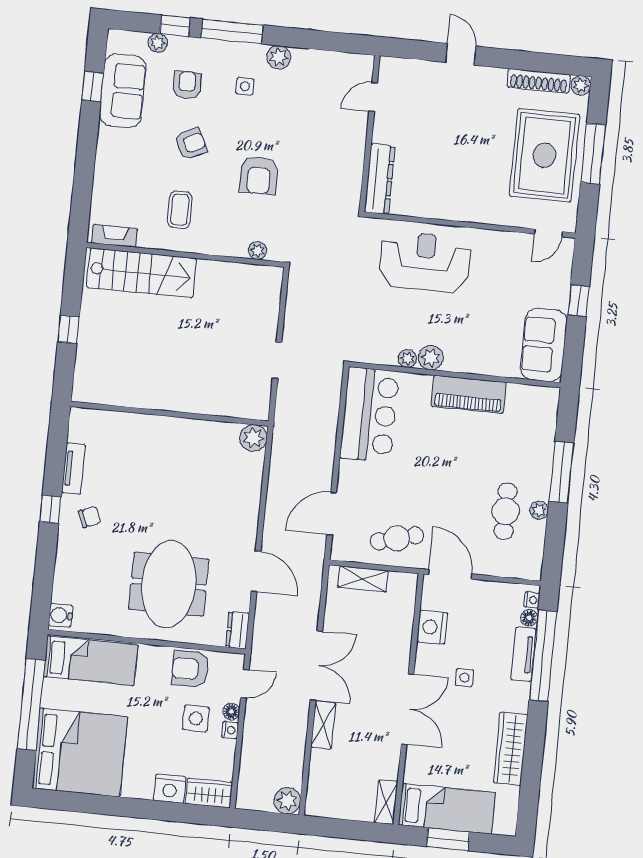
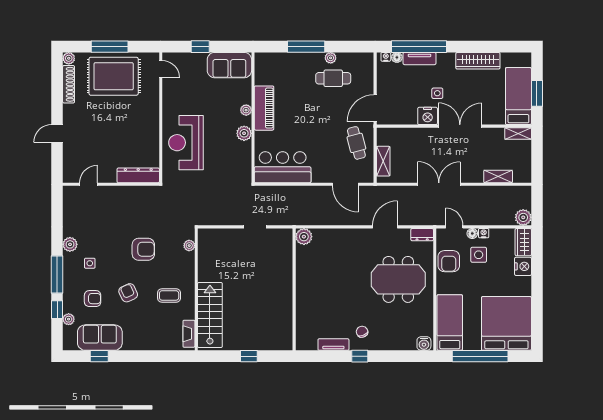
armchair: (187, 85) -> (93, 299), turned 180
door: (373, 97) -> (89, 184), swing flipped
plant: (407, 359) -> (246, 110), moved
nightstand: (432, 627) -> (428, 116), moved
shelving: (323, 725) -> (498, 176), moved
plant: (287, 801) -> (523, 217), moved

